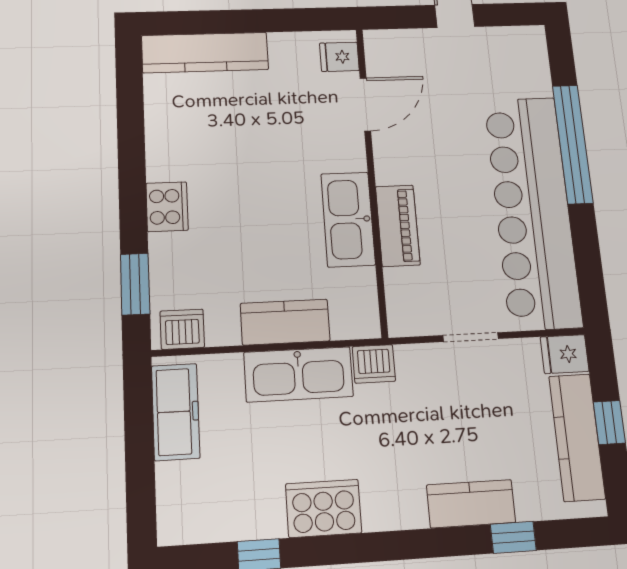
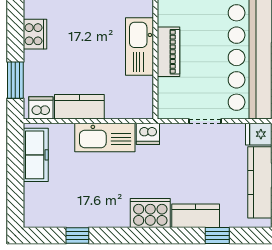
kitchen counter: (285, 322) -> (79, 107), moved
cooker: (324, 508) -> (150, 213), moved

